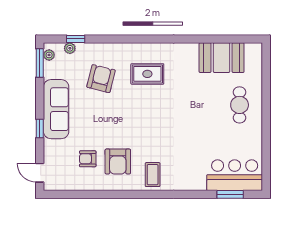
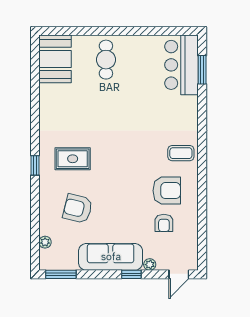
window: (76, 39) -> (35, 165), moved
plant: (49, 55) -> (150, 265), moved
booth: (222, 58) -> (55, 59), moved
rug: (147, 74) -> (73, 159), turned 90
cafe table: (240, 105) -> (106, 60), turned 90

